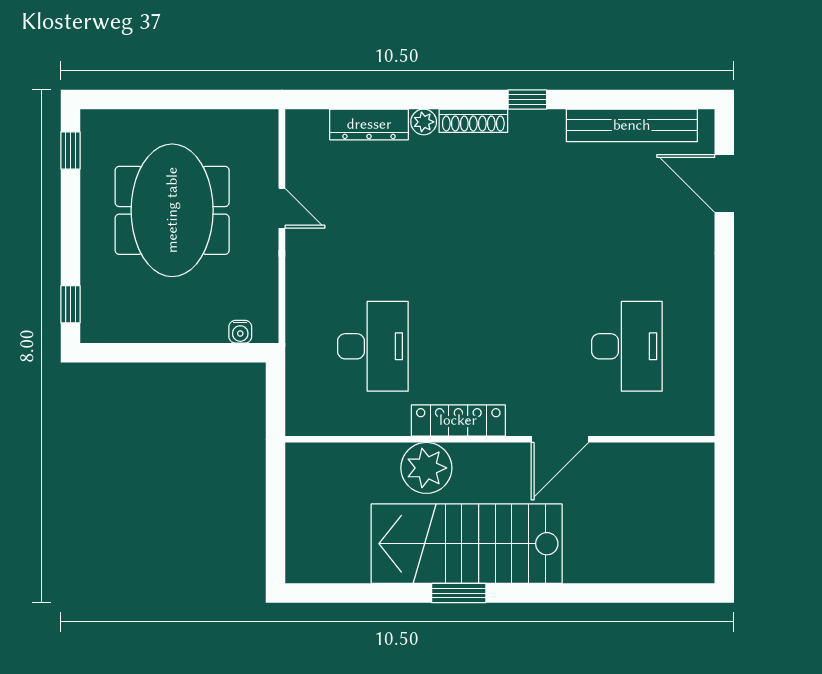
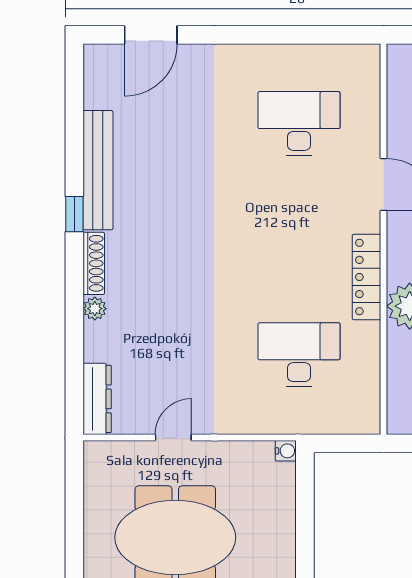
dresser: (369, 124) -> (97, 399), moved
bench: (632, 125) -> (98, 170), moved
water cooler: (240, 332) -> (286, 451), moved

